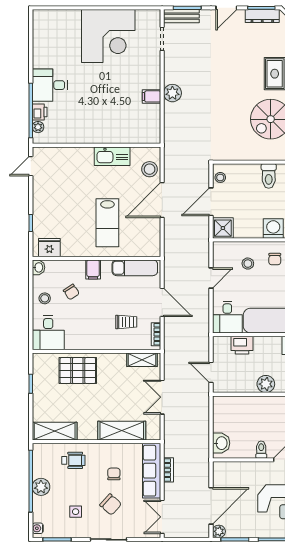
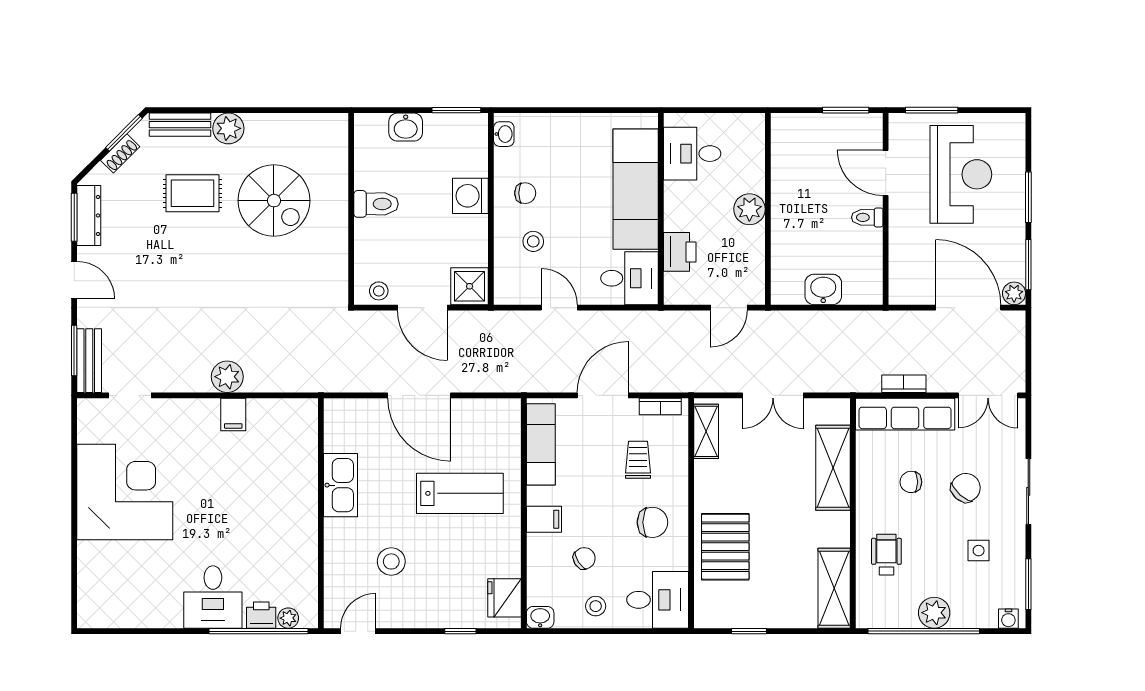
door: (31, 166) -> (358, 631), swing flipped
stool: (150, 169) -> (391, 561), moved
chair: (91, 330) -> (652, 522), added
washbasin: (221, 443) -> (823, 289), moved

